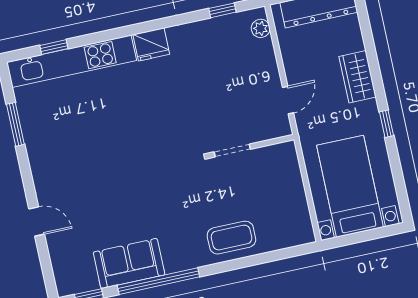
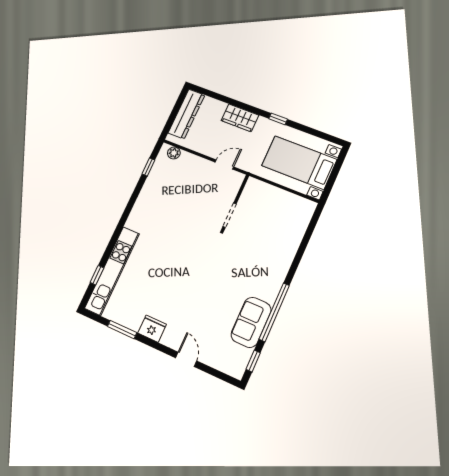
fridge: (151, 44) -> (152, 329), moved, turned -90
door: (288, 100) -> (224, 165), hinge flipped
door: (37, 221) -> (186, 359), hinge flipped
coffee table: (231, 238) -> (280, 251), removed

